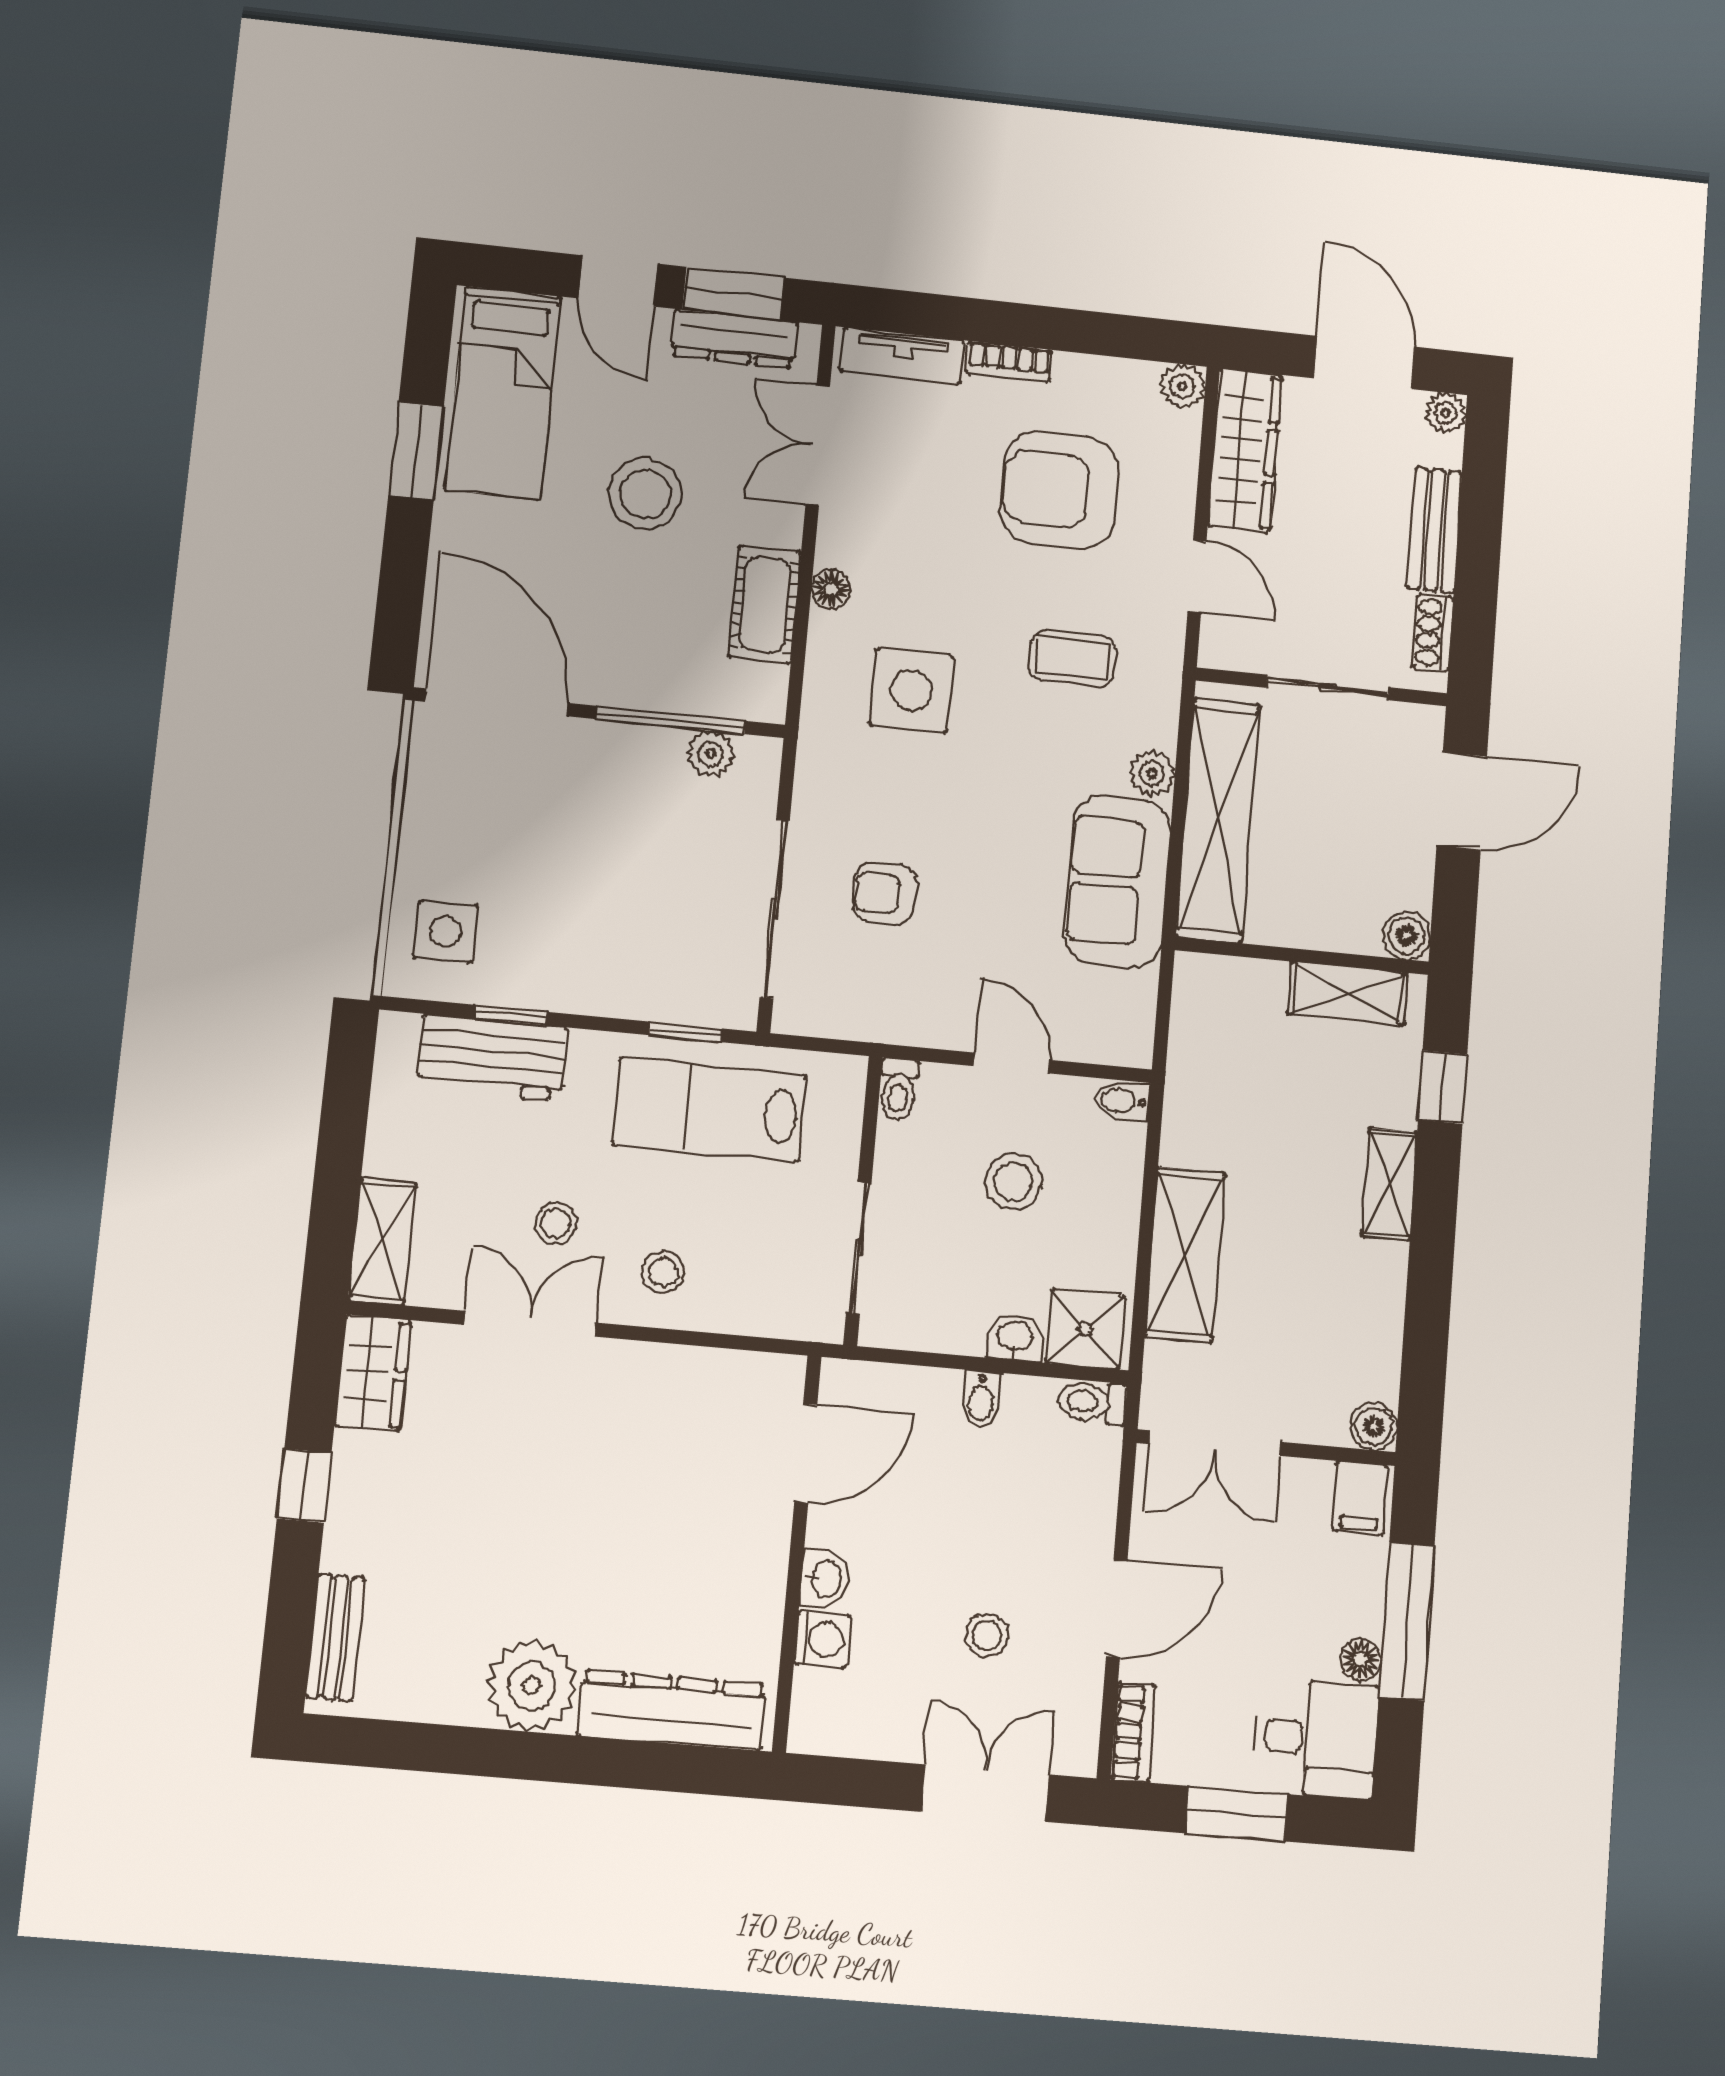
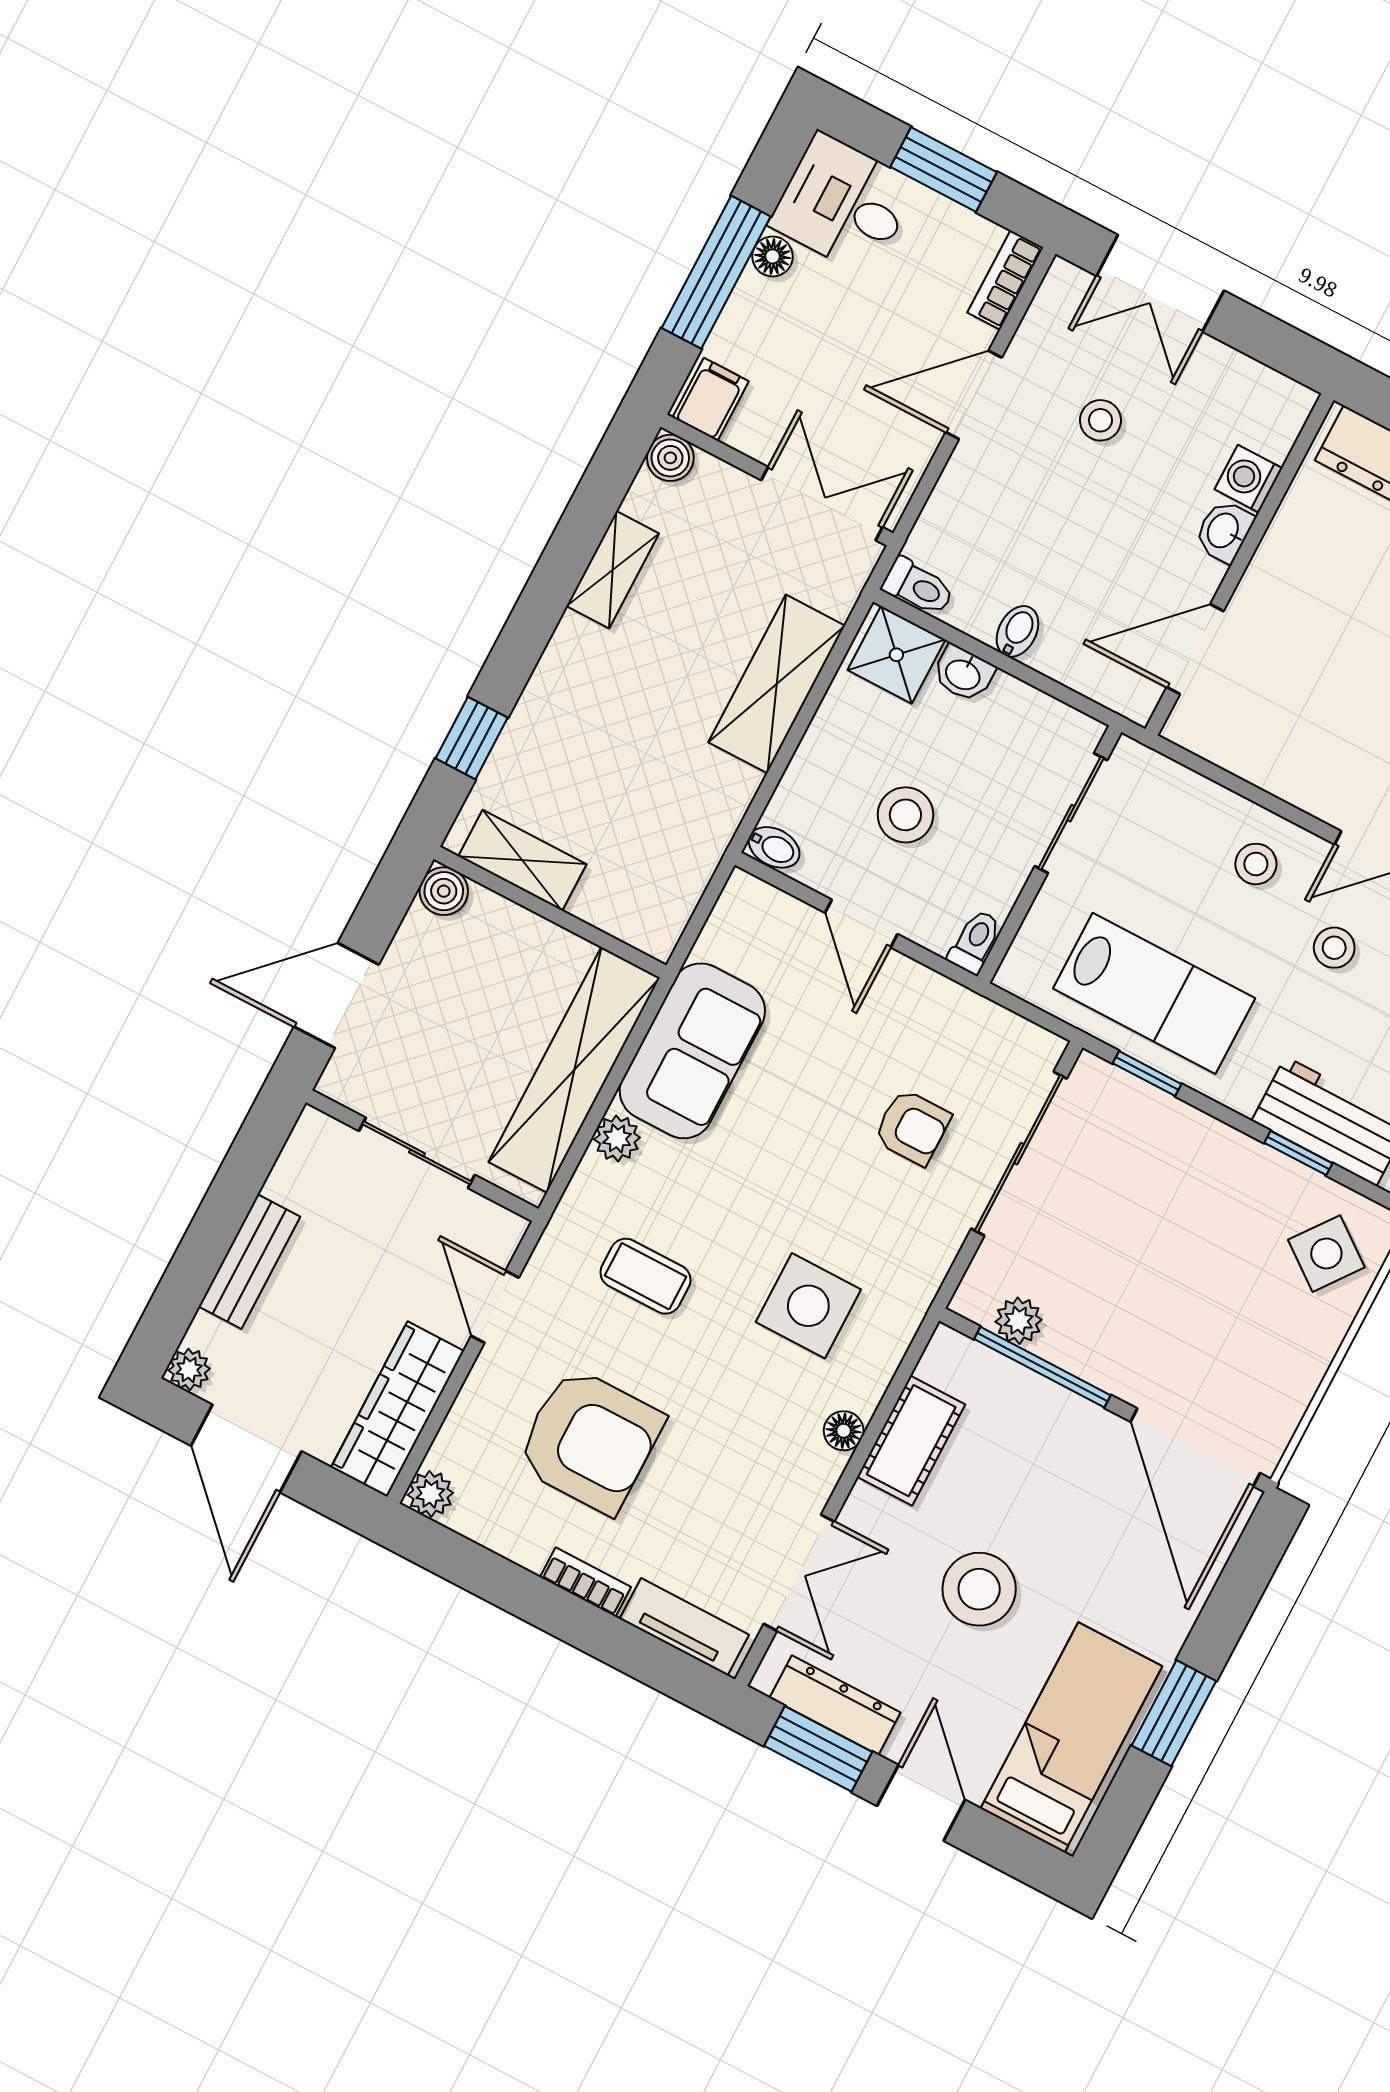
shoe rack: (1433, 632) -> (294, 1165), removed
side table: (446, 932) -> (1326, 1254), turned 37
shelving: (1389, 1184) -> (613, 570), moved

